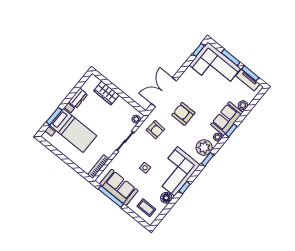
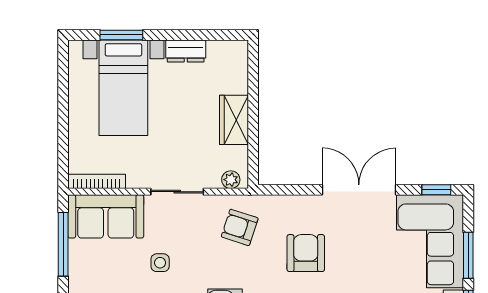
double door: (164, 92) -> (359, 190), moved
wardrobe: (106, 93) -> (234, 120), moved
armchair: (155, 130) -> (240, 227), turned 104
sofa: (119, 187) -> (106, 216), moved, turned 90

